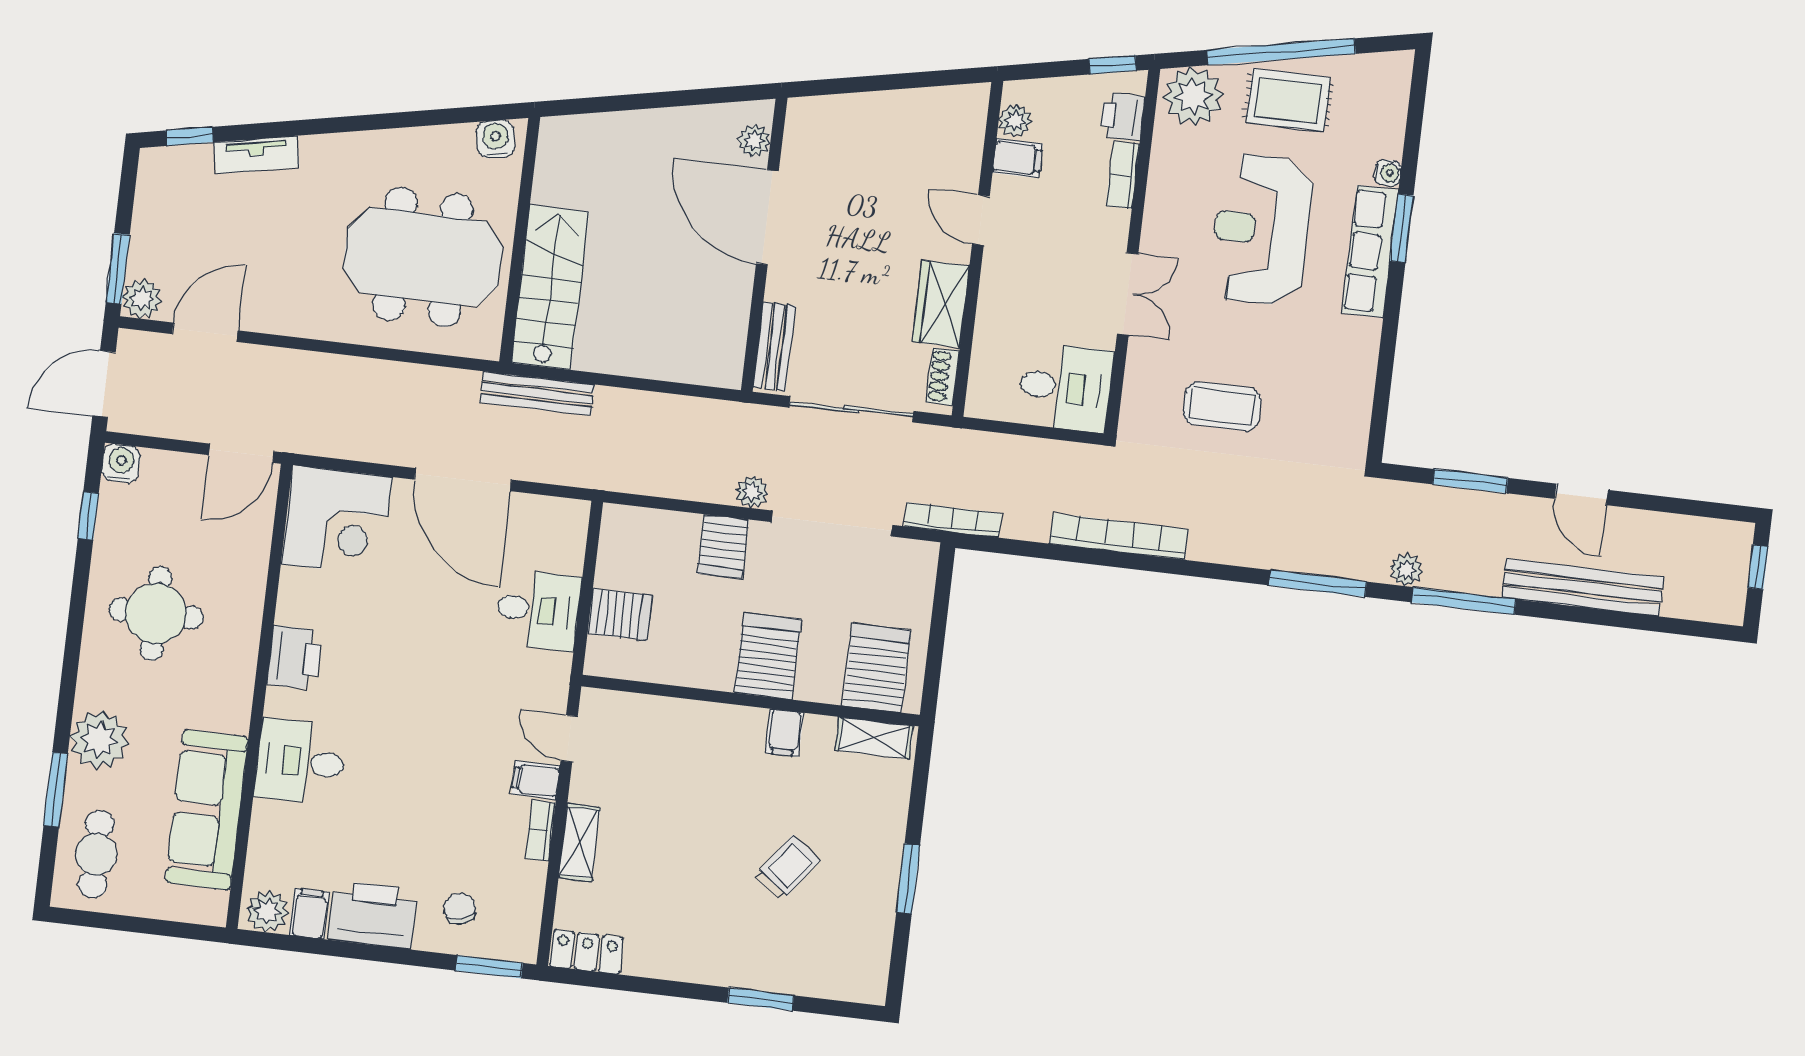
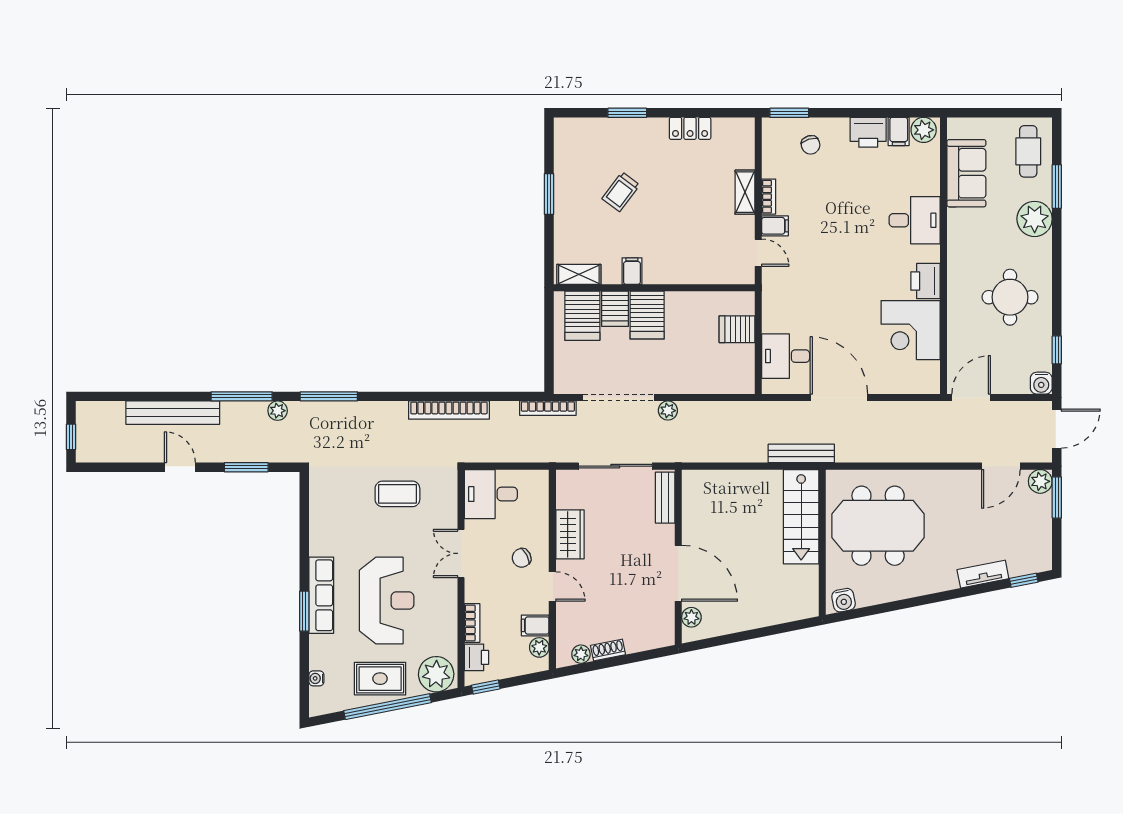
plant: (947, 101) -> (581, 654), added
water cooler: (1388, 173) -> (316, 678), moved
chair: (1027, 274) -> (522, 558), added
shoe rack: (943, 376) -> (608, 650), moved, turned -101
corner desk: (337, 521) -> (911, 330), moved, turned -90
server rack: (723, 546) -> (615, 309), moved, turned 180
desk: (538, 610) -> (786, 356), moved
sofa: (207, 810) -> (966, 173), width x0.73
printer: (373, 915) -> (868, 132), width x0.73, depth x0.84
locker: (587, 952) -> (690, 128), moved

